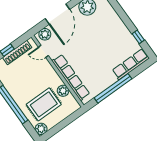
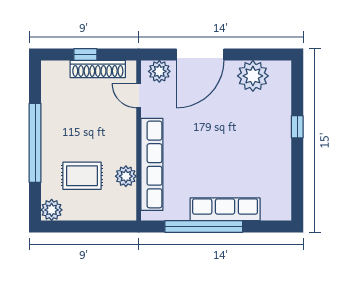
window: (138, 37) -> (297, 127), moved
row of seats: (131, 64) -> (225, 209), moved
rug: (44, 104) -> (82, 176), width x0.73, depth x0.70

